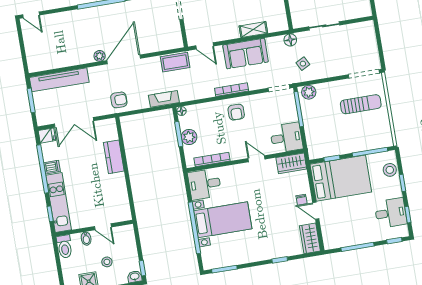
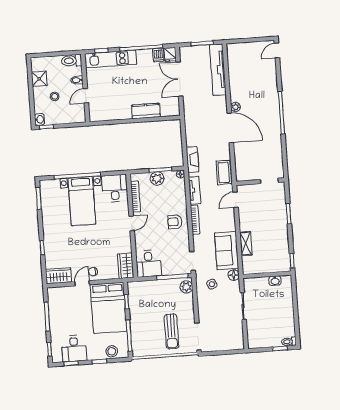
sofa: (246, 53) -> (227, 251), moved
tv unit: (198, 93) -> (194, 190), added
armchair: (119, 100) -> (195, 120), removed
door: (256, 159) -> (132, 223), moved
dishwasher: (52, 167) -> (158, 55), moved

